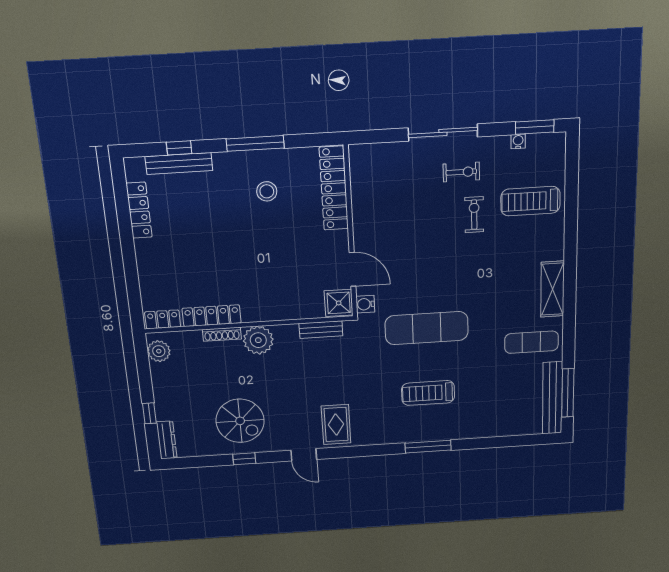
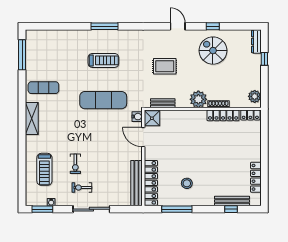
window: (255, 143) -> (177, 209), moved
treadmill: (530, 201) -> (44, 169), turned 90
bench: (552, 398) -> (136, 183), moved
rug: (336, 424) -> (165, 66), moved, turned 90

